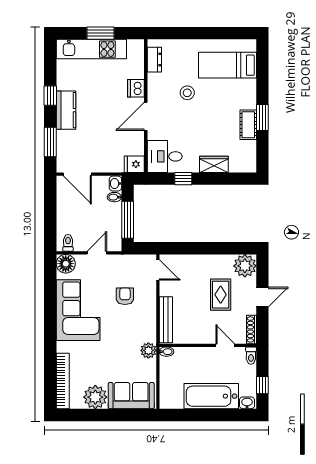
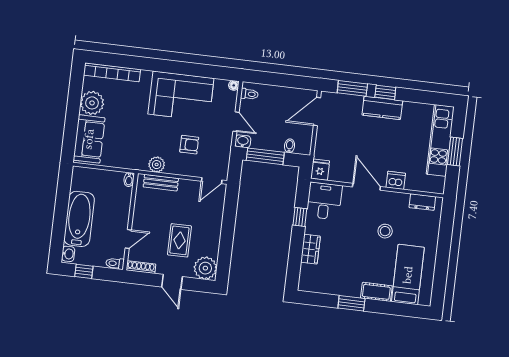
window: (50, 96) -> (385, 92), moved
cot: (248, 125) -> (376, 292), moved
washbasin: (115, 184) -> (243, 141), moved
floor lamp: (66, 264) -> (234, 85), width x0.53, depth x0.53
rug: (221, 295) -> (179, 240), turned 90
bench: (166, 320) -> (161, 183), width x0.73
plant: (148, 350) -> (157, 165), moved

